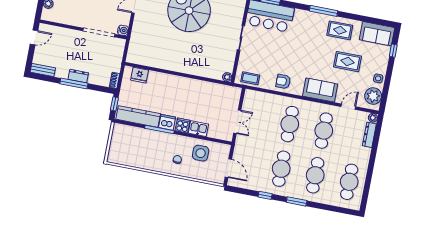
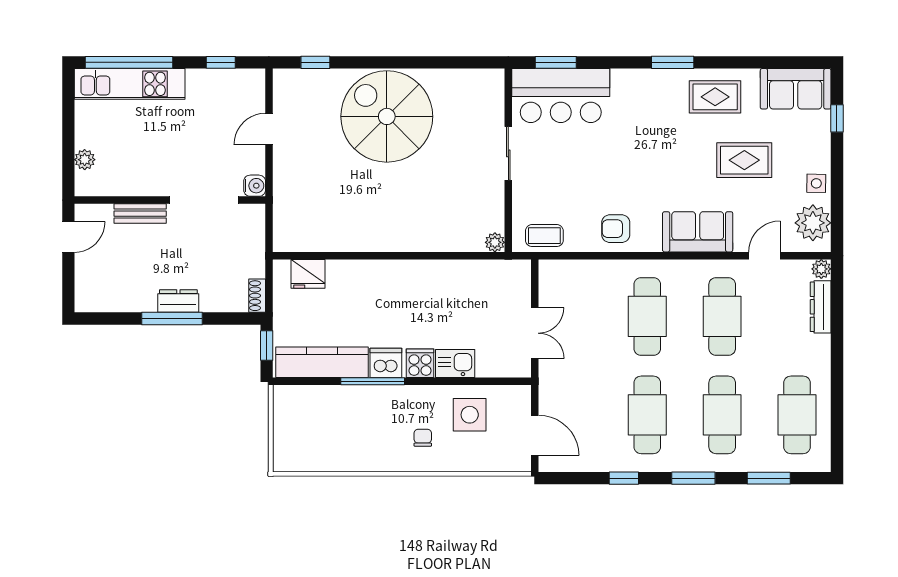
window: (324, 11) -> (673, 62), width x0.69
bench: (43, 70) -> (140, 214), moved
window: (331, 208) -> (769, 478), added

